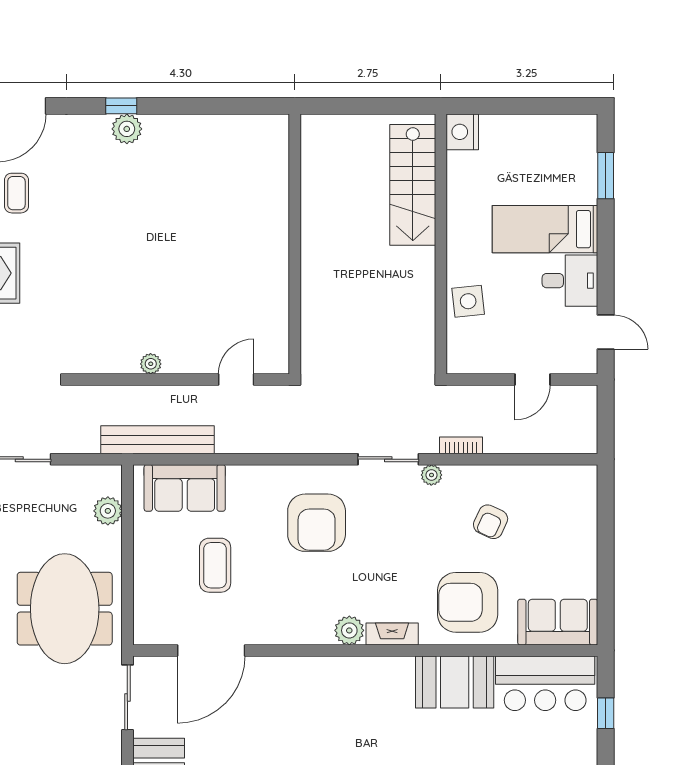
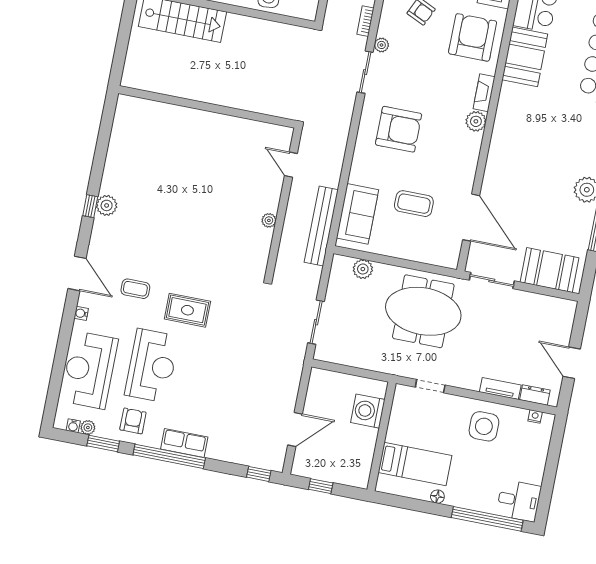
armchair: (468, 602) -> (473, 37), turned 180

